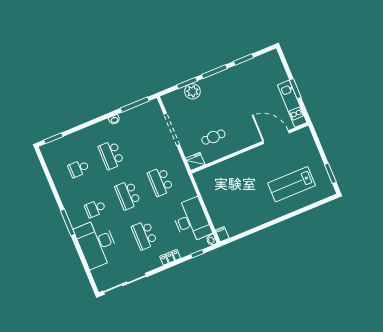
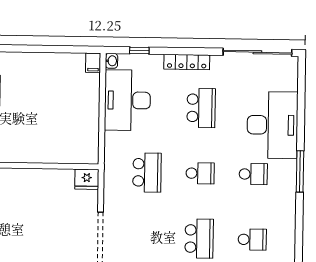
cafe table: (213, 137) -> (47, 202), removed
school desk: (128, 195) -> (200, 173), width x0.54
locker: (170, 257) -> (187, 62), width x1.53

